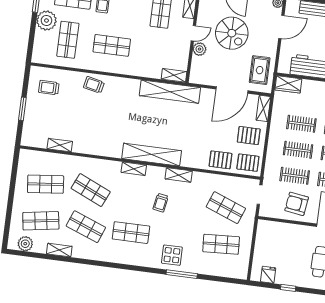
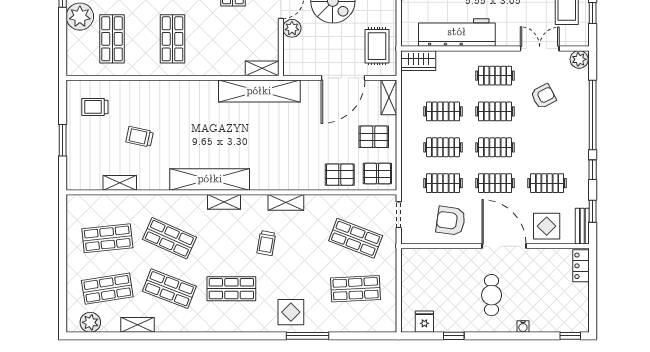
shop shelf: (112, 45) -> (172, 39), turned 90
trolley: (94, 85) -> (140, 137), moved
shelving: (152, 155) -> (210, 179), moved

